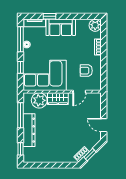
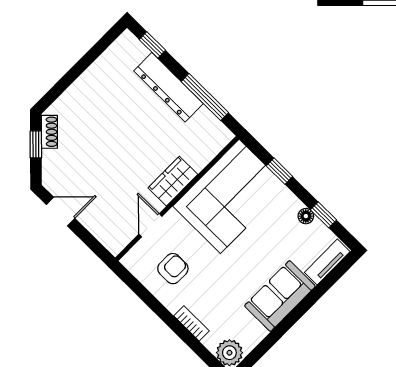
window: (50, 16) -> (315, 296), removed
window: (21, 39) -> (323, 215), width x0.46
plant: (39, 100) -> (199, 149), removed

